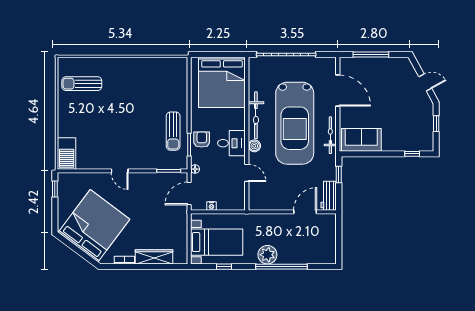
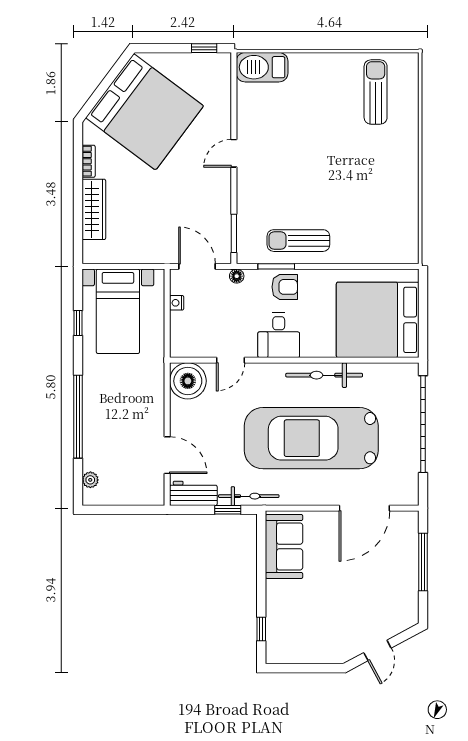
window: (436, 124) -> (311, 668), removed
bicycle: (330, 135) -> (249, 496), moved
boiler: (254, 146) -> (188, 381), moved, width x1.86, depth x1.86
plant: (267, 255) -> (90, 480), moved, width x0.53, depth x0.53

